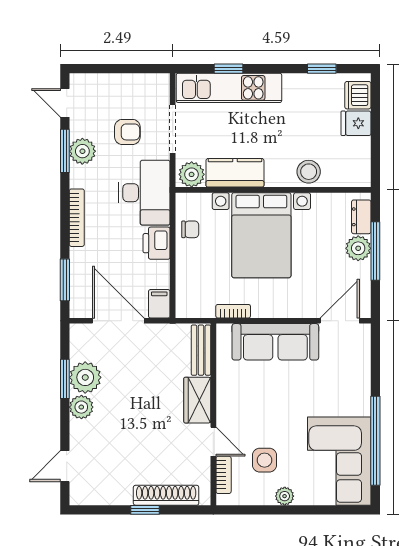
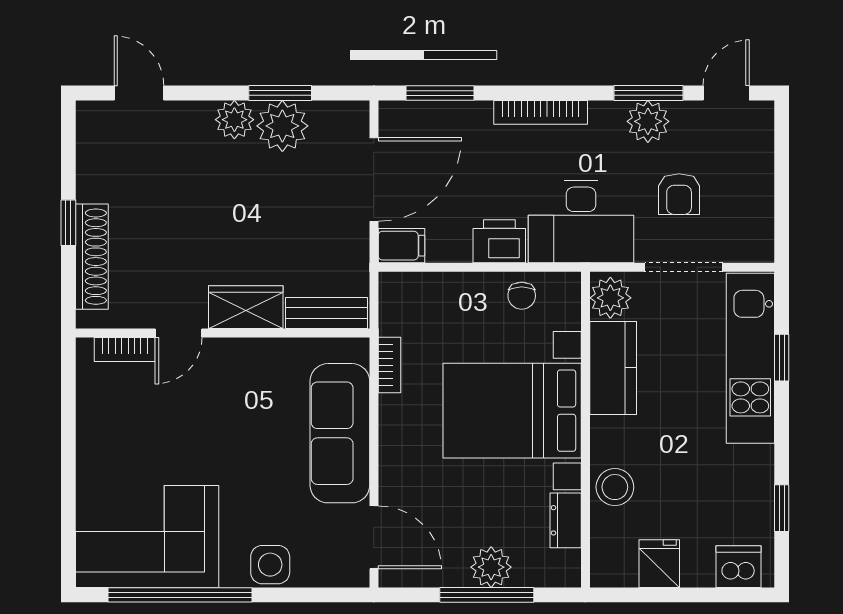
fridge: (356, 123) -> (659, 564), moved
dresser: (361, 217) -> (566, 520), moved, turned -90
side table: (264, 460) -> (270, 565), moved
plant: (285, 496) -> (91, 448), removed

